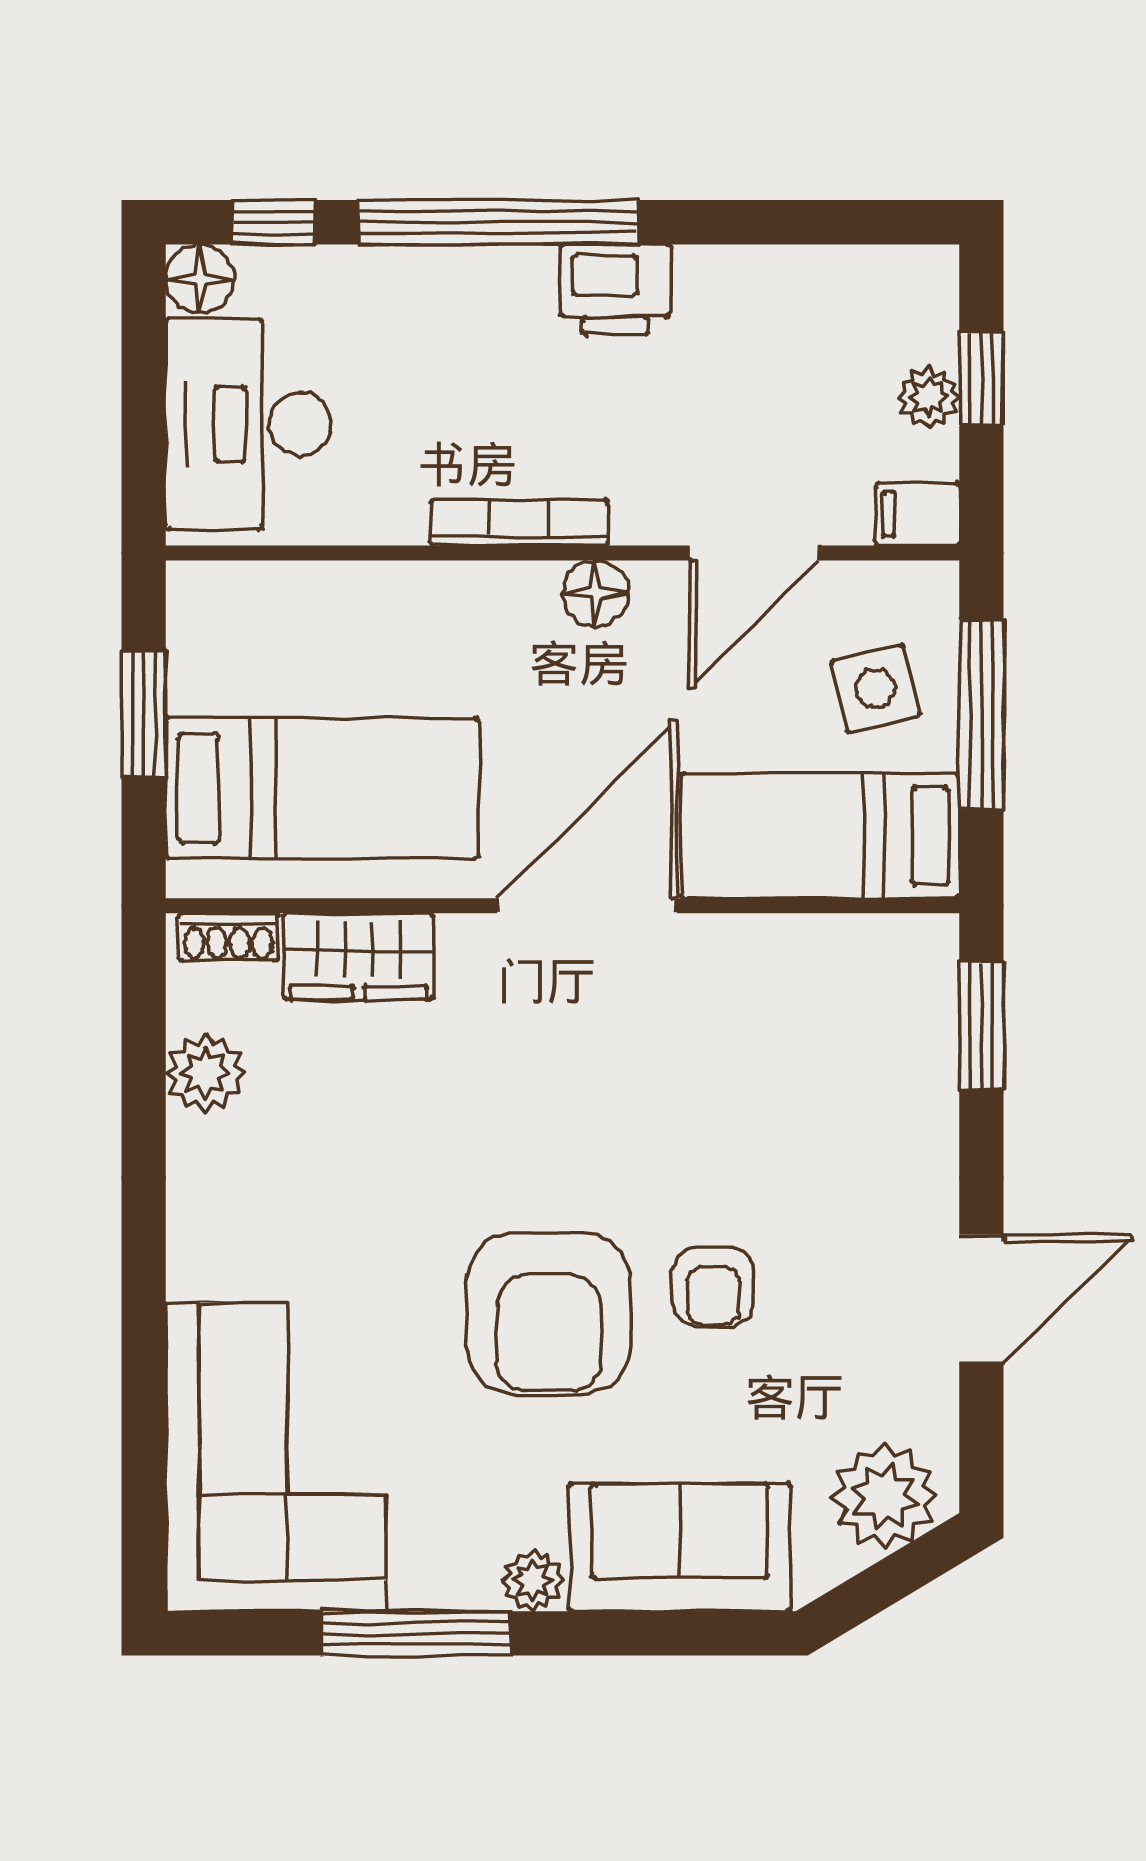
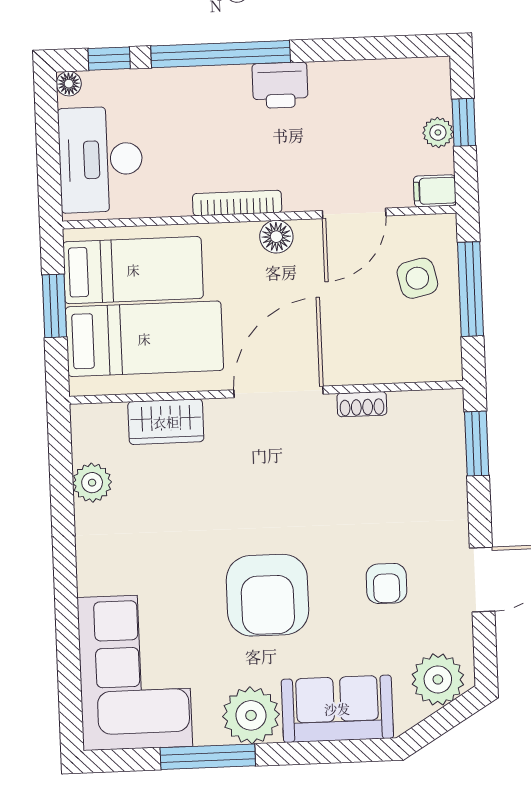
floor lamp: (200, 279) -> (69, 84), width x0.73, depth x0.73
bed: (820, 836) -> (133, 270), moved, turned 180
shoe rack: (228, 937) -> (362, 404), moved
armchair: (713, 1287) -> (386, 583), moved
plant: (533, 1581) -> (251, 715), width x1.88, depth x1.88

